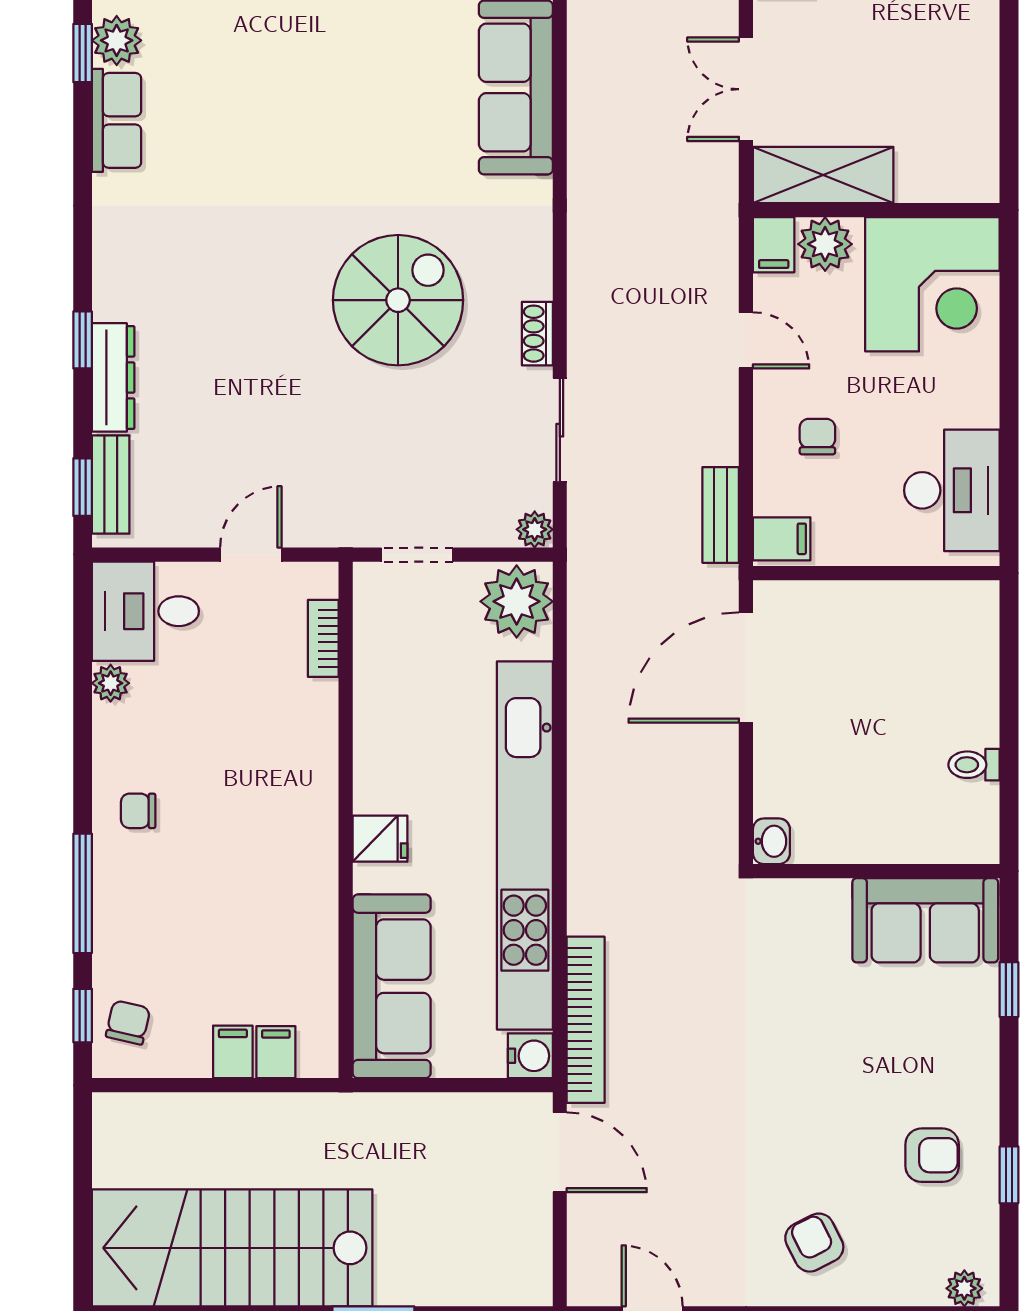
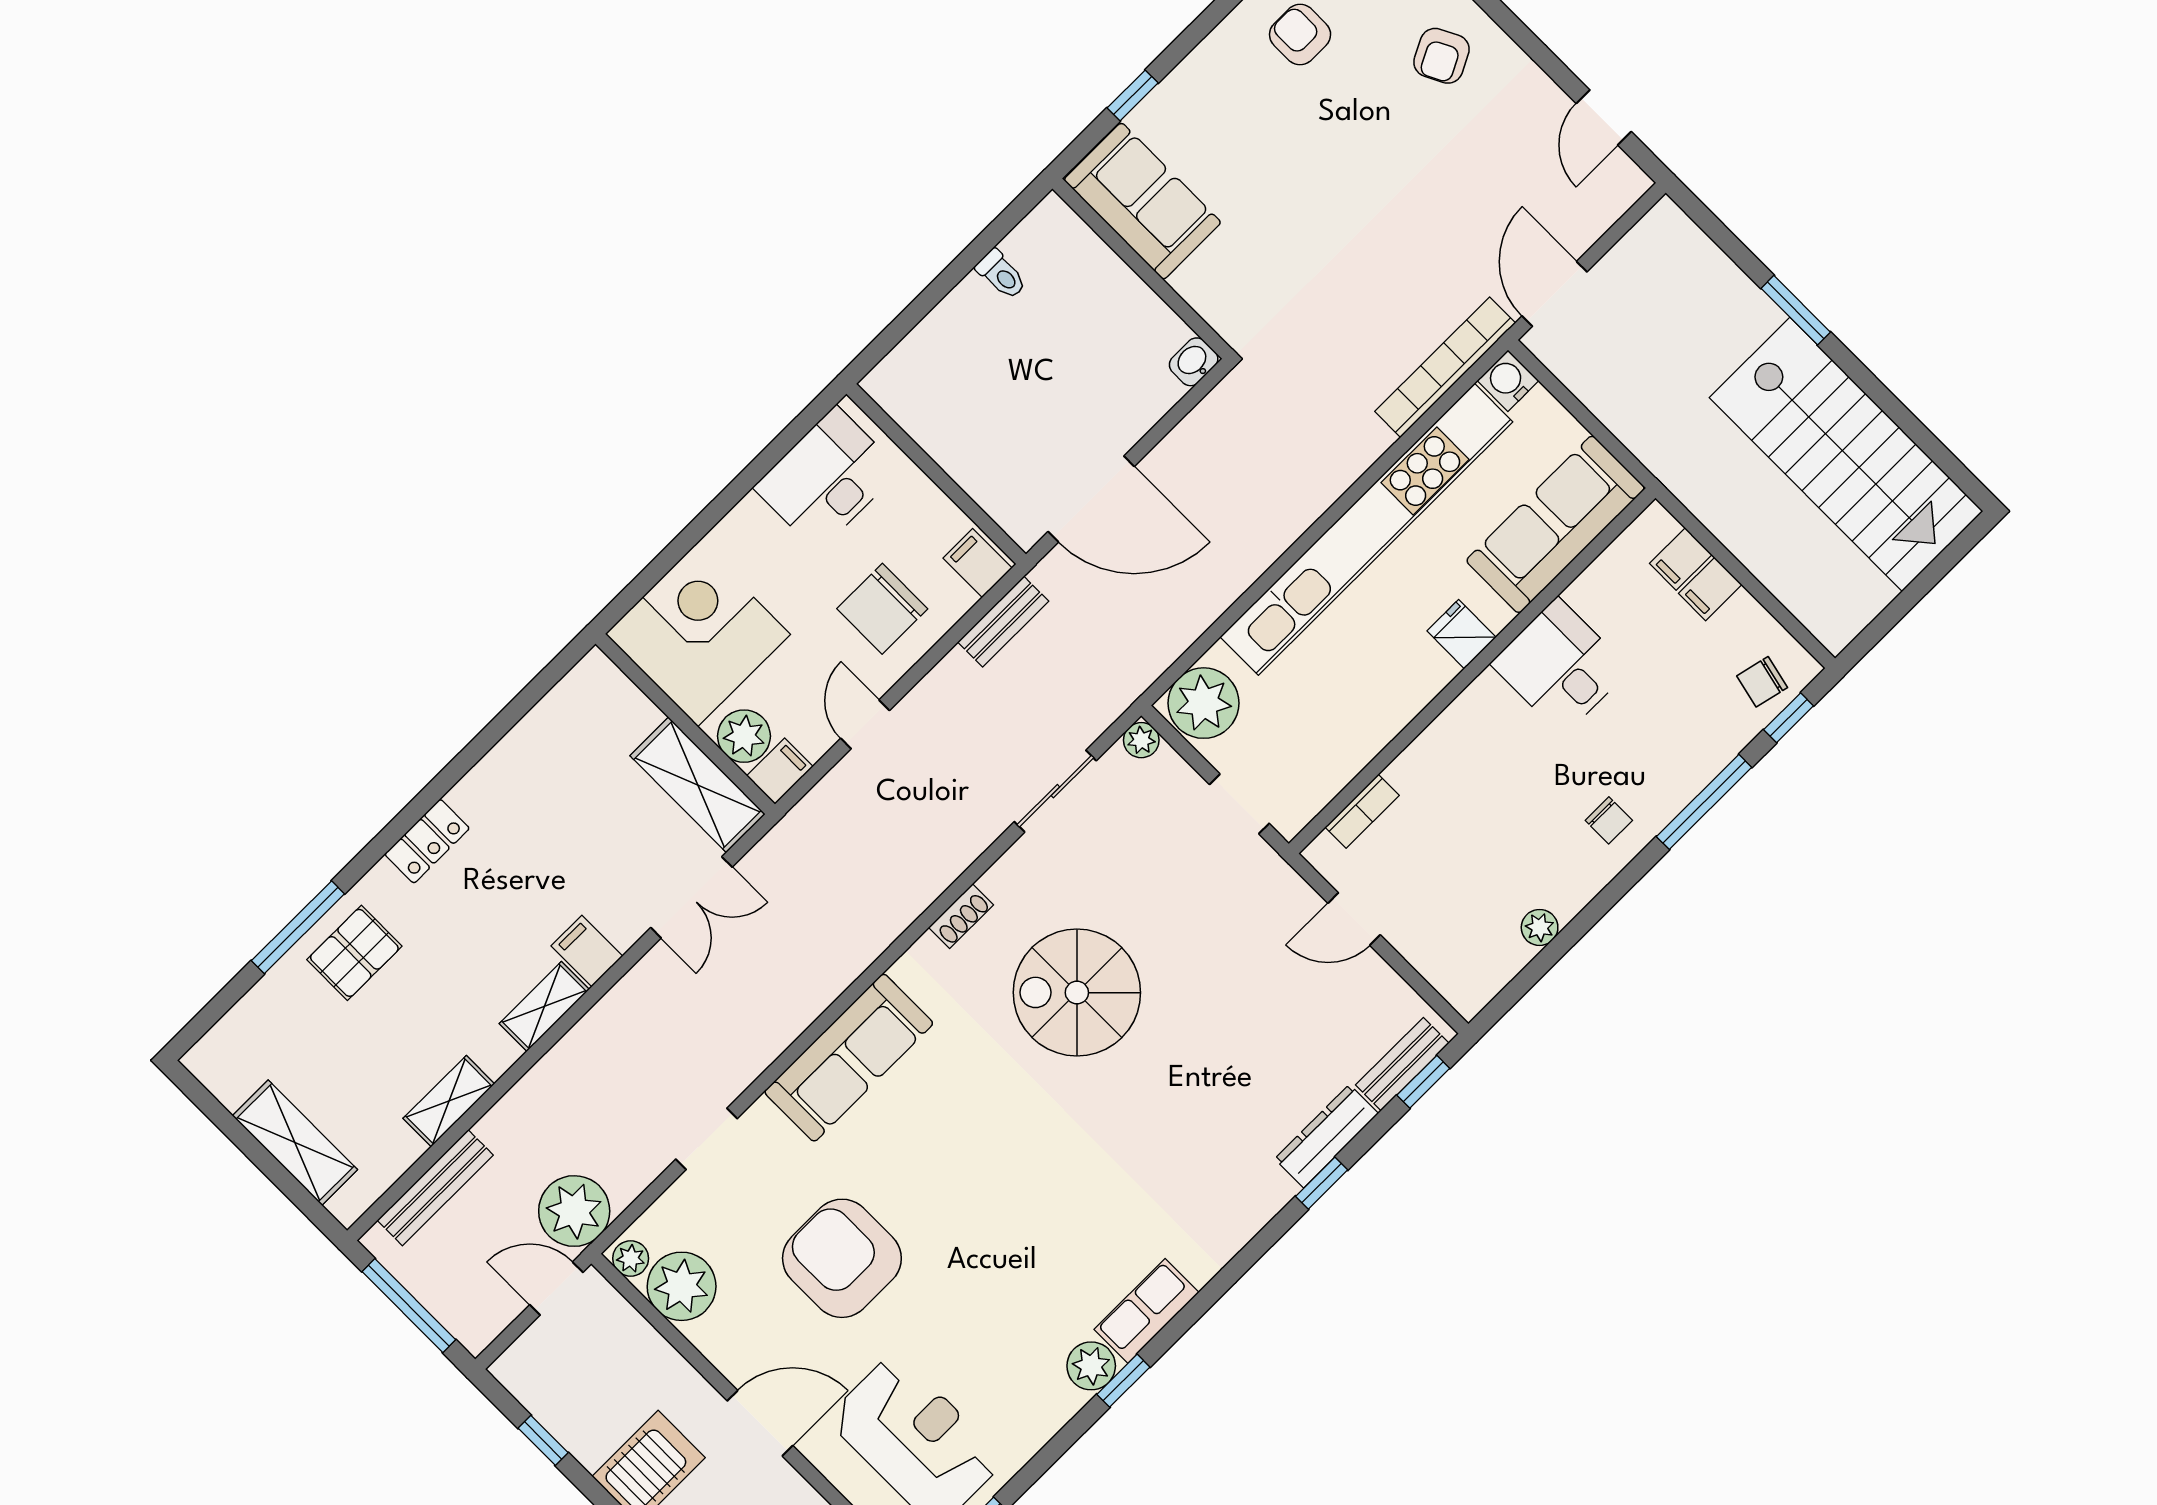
shoe rack: (537, 334) -> (961, 916), moved
chair: (817, 437) -> (882, 609), width x1.87, depth x1.87
desk: (145, 611) -> (1560, 666), moved, turned 180

